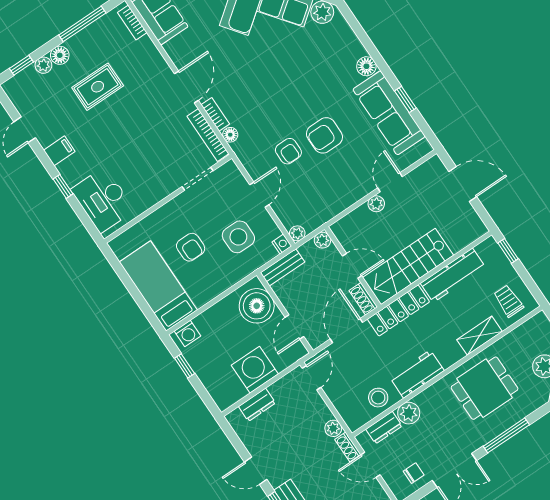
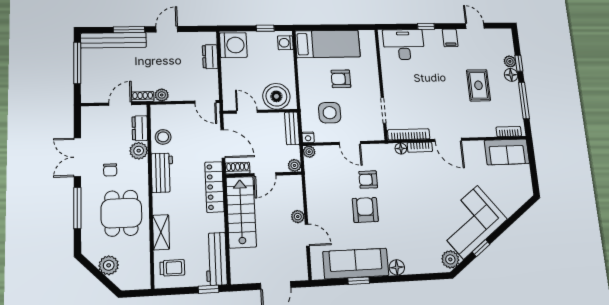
window: (21, 65) -> (519, 63), moved
workbench: (453, 275) -> (216, 259), moved
washing machine: (255, 370) -> (233, 45), moved
chair: (414, 473) -> (110, 170), moved

